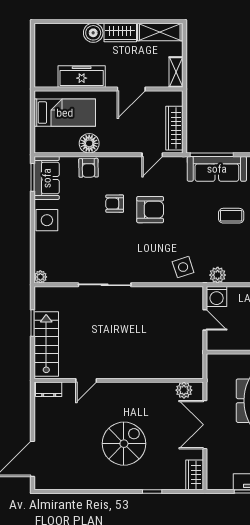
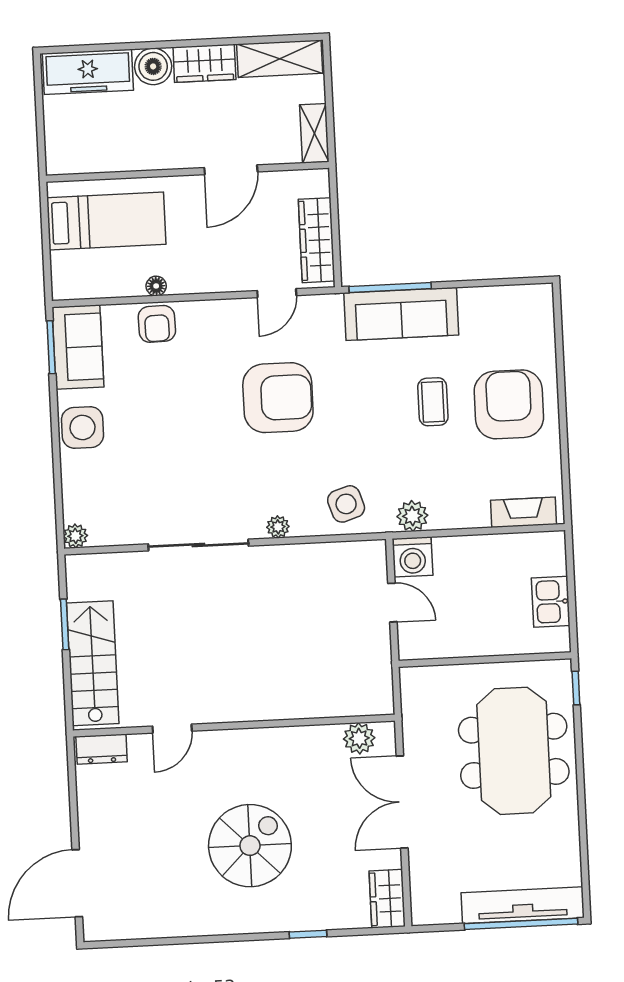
freezer: (82, 77) -> (88, 72), moved, turned 180
floor lamp: (89, 143) -> (156, 286), width x0.53, depth x0.53
armchair: (115, 204) -> (210, 390), removed
armchair: (150, 210) -> (278, 398), width x1.36, depth x1.36
coffee table: (231, 216) -> (433, 402), turned 90
plant: (147, 277) -> (278, 527), added

